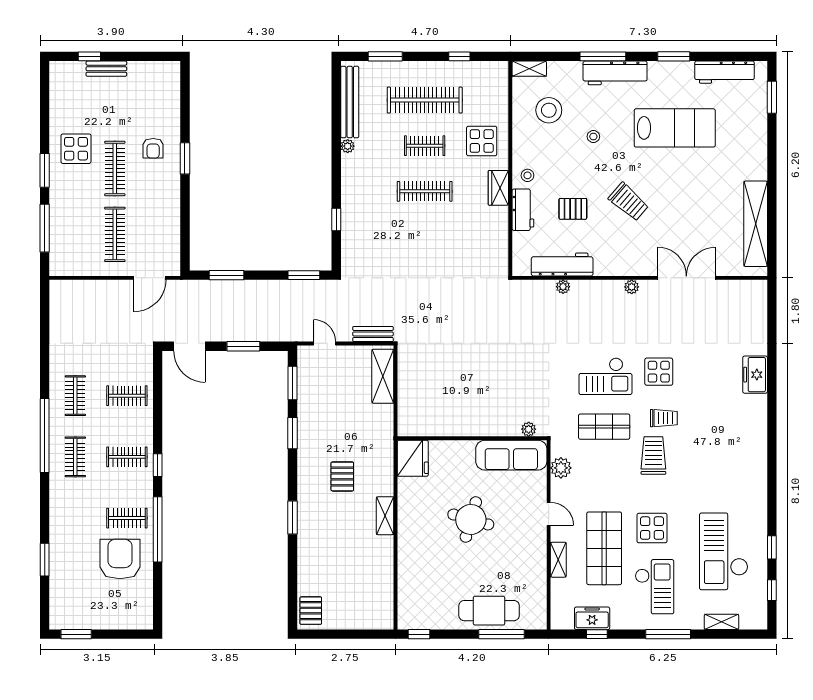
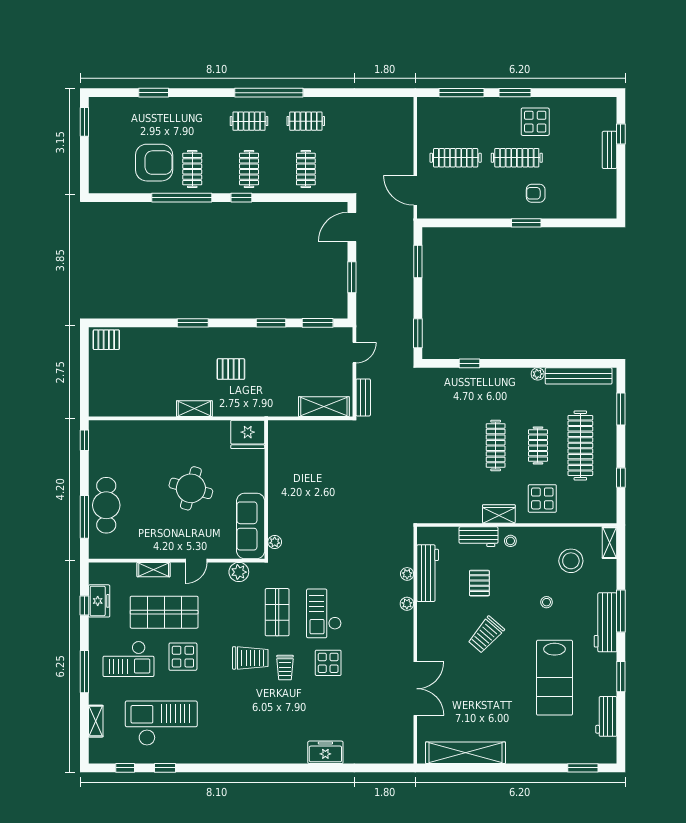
workbench: (725, 72) -> (606, 716), width x0.73
plant: (632, 287) -> (407, 604), moved

